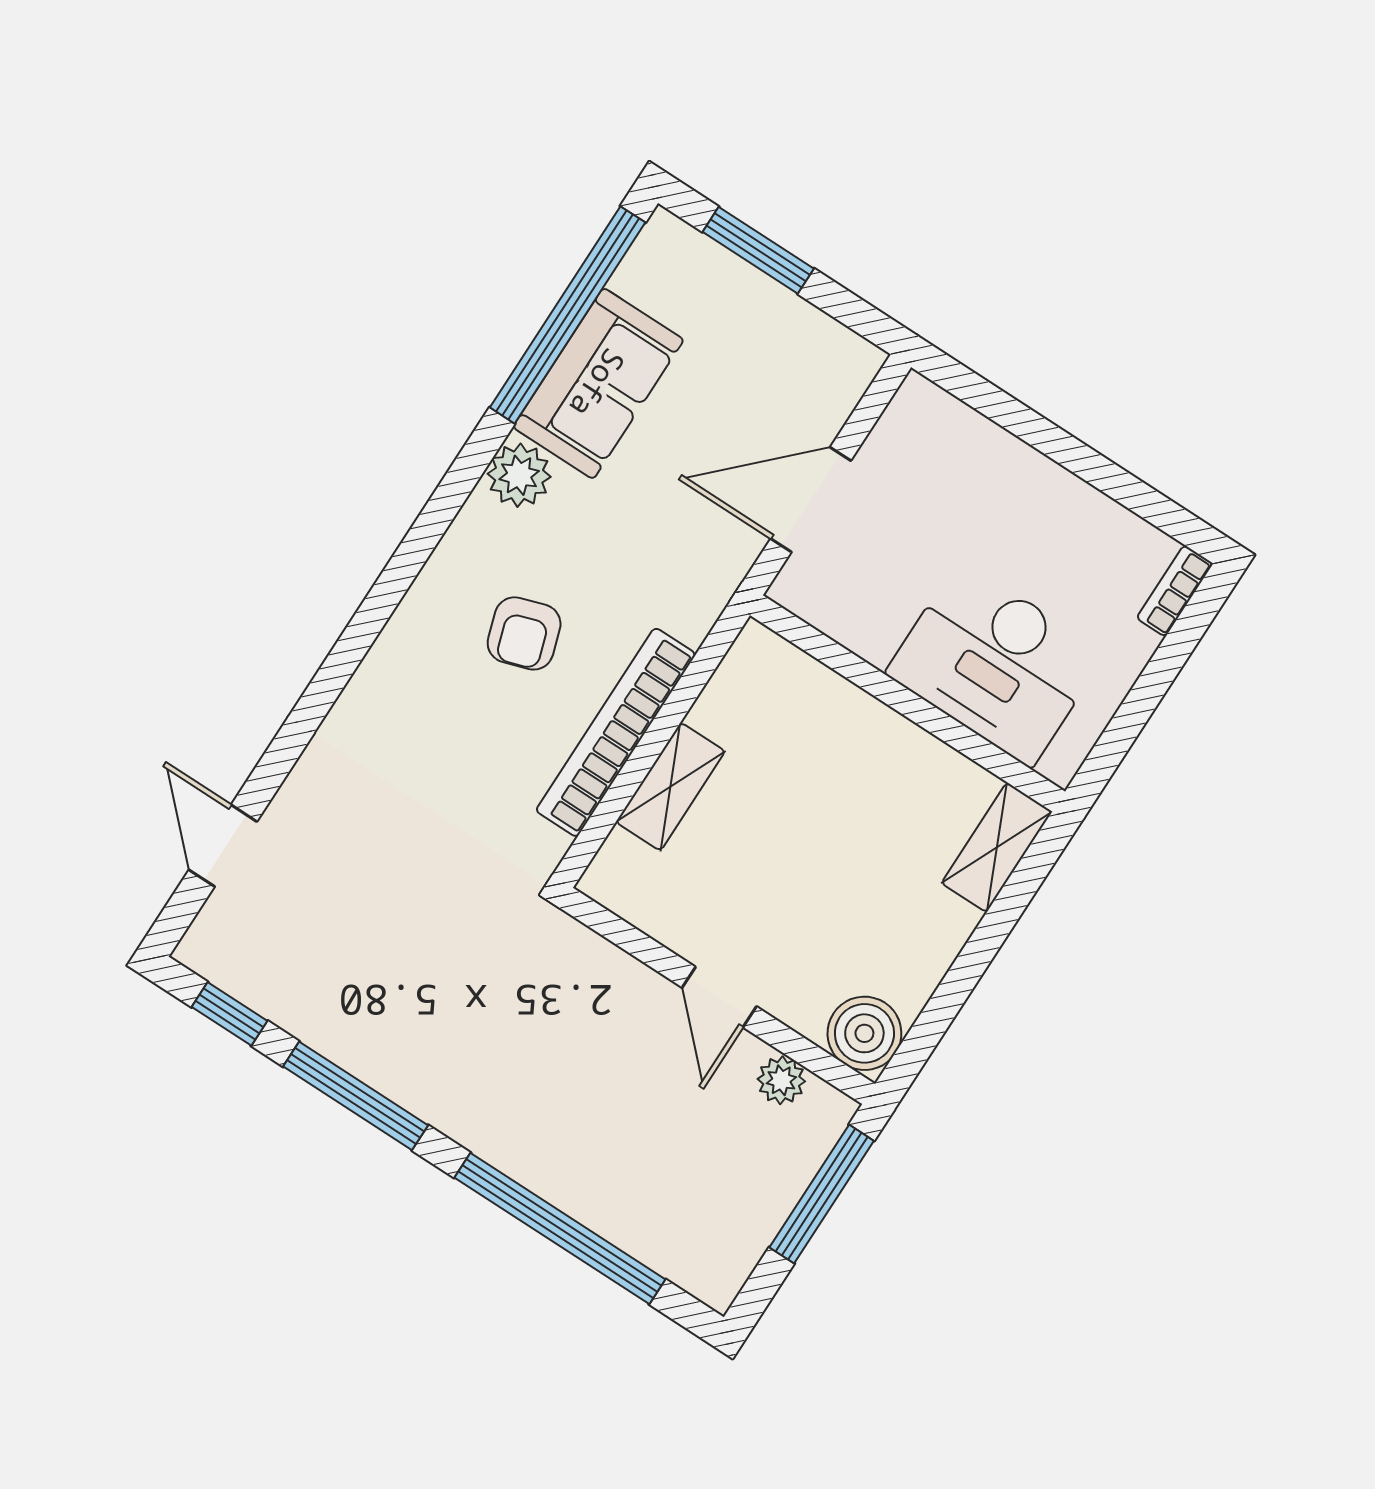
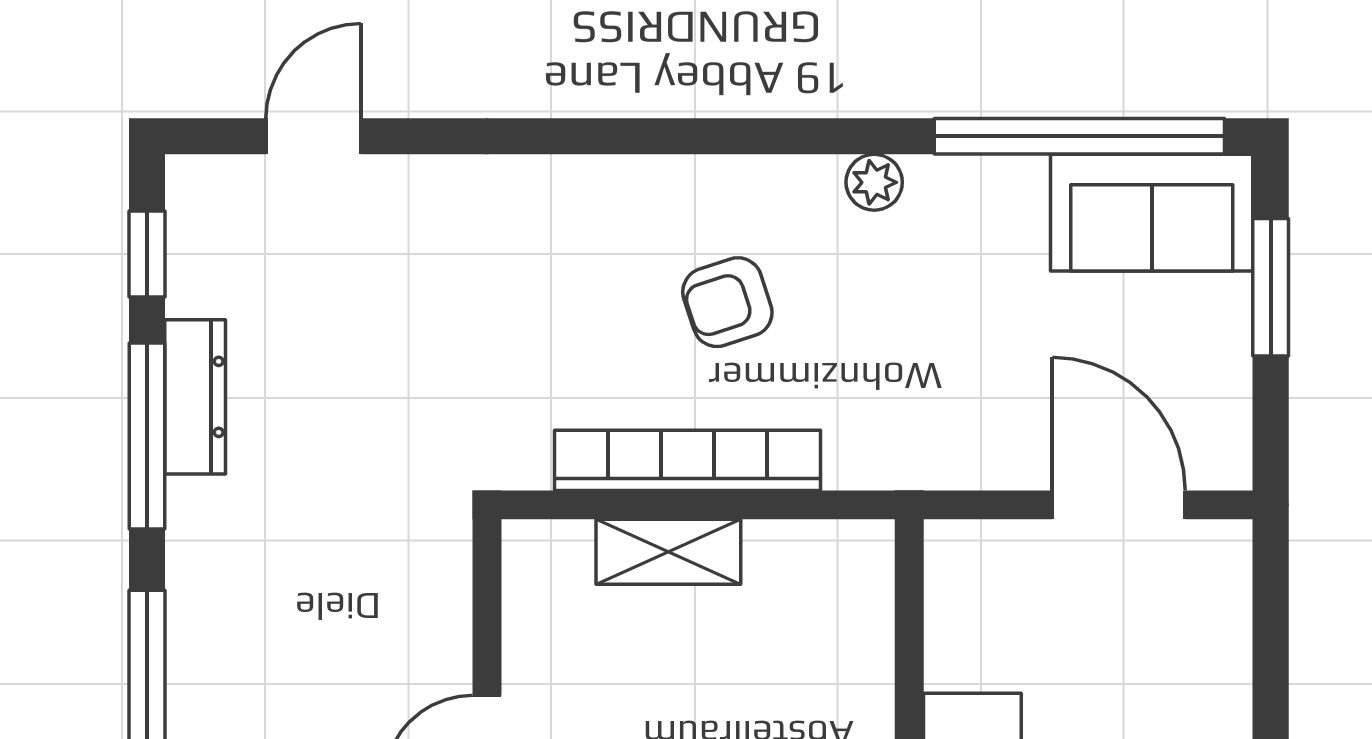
sofa: (598, 383) -> (1152, 213), moved
plant: (519, 475) -> (874, 182), width x0.73, depth x0.73
door: (811, 500) -> (1119, 505), moved
dresser: (350, 1045) -> (195, 397), added

